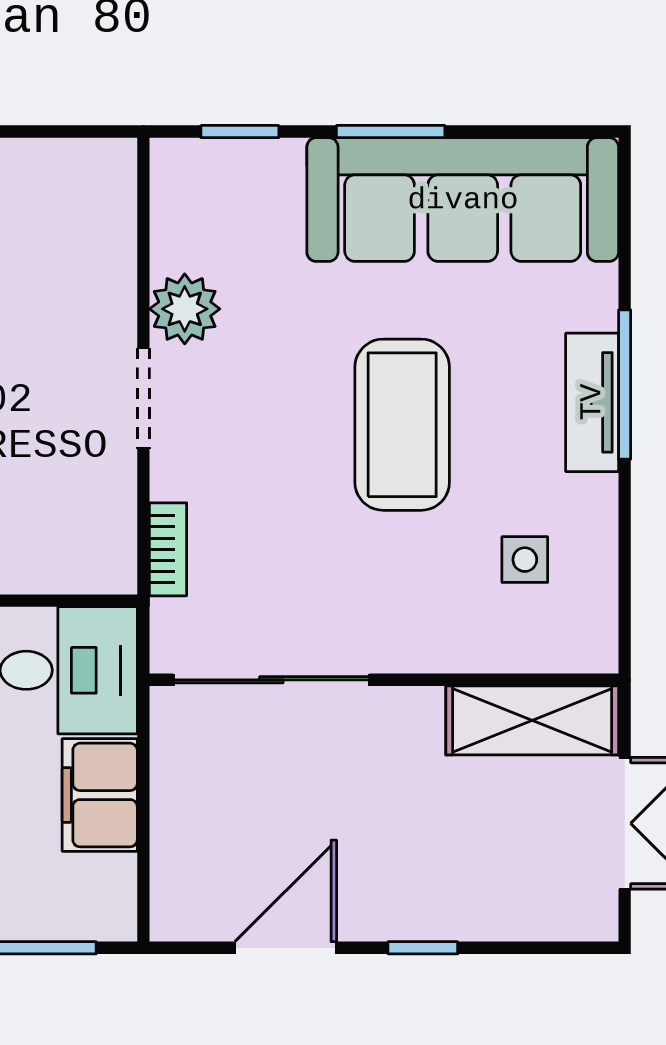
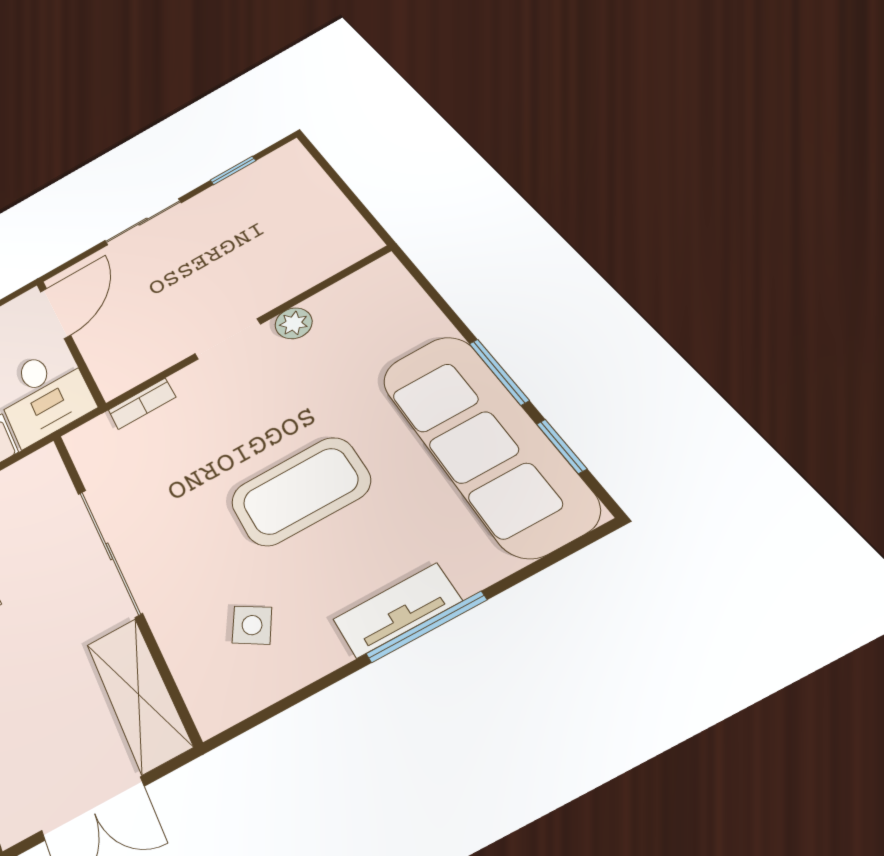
window: (240, 132) -> (561, 446), moved
plant: (185, 309) -> (294, 323), width x0.73, depth x0.73
side table: (525, 560) -> (252, 625), turned 31
sliding door: (271, 680) -> (109, 551), moved

